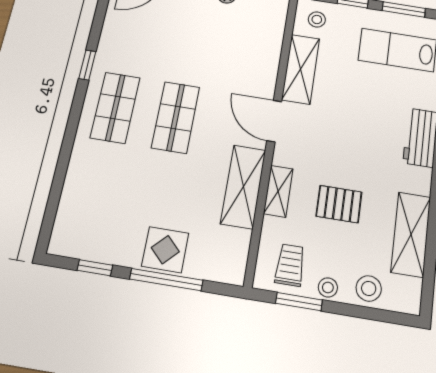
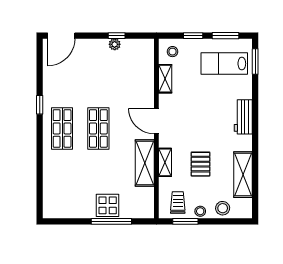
shelving: (301, 69) -> (165, 79), width x0.67, depth x0.75
pallet: (339, 204) -> (200, 164), turned 90
window: (95, 268) -> (71, 221), removed

